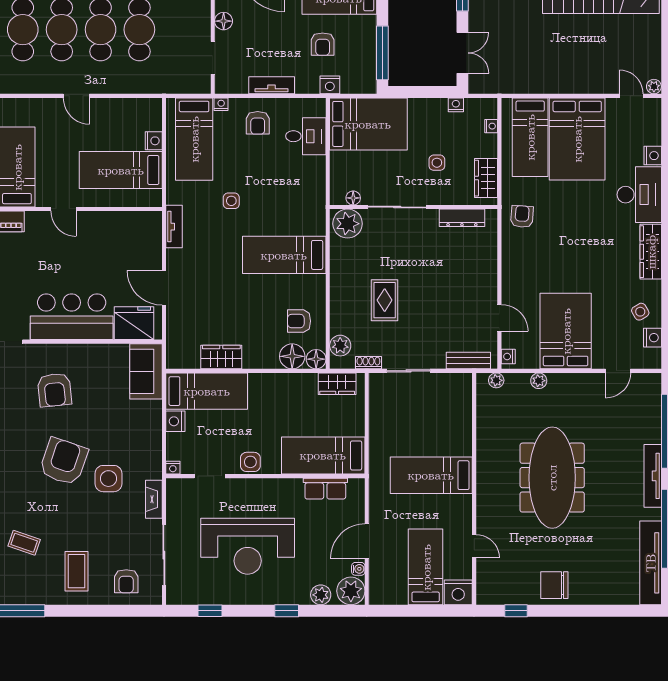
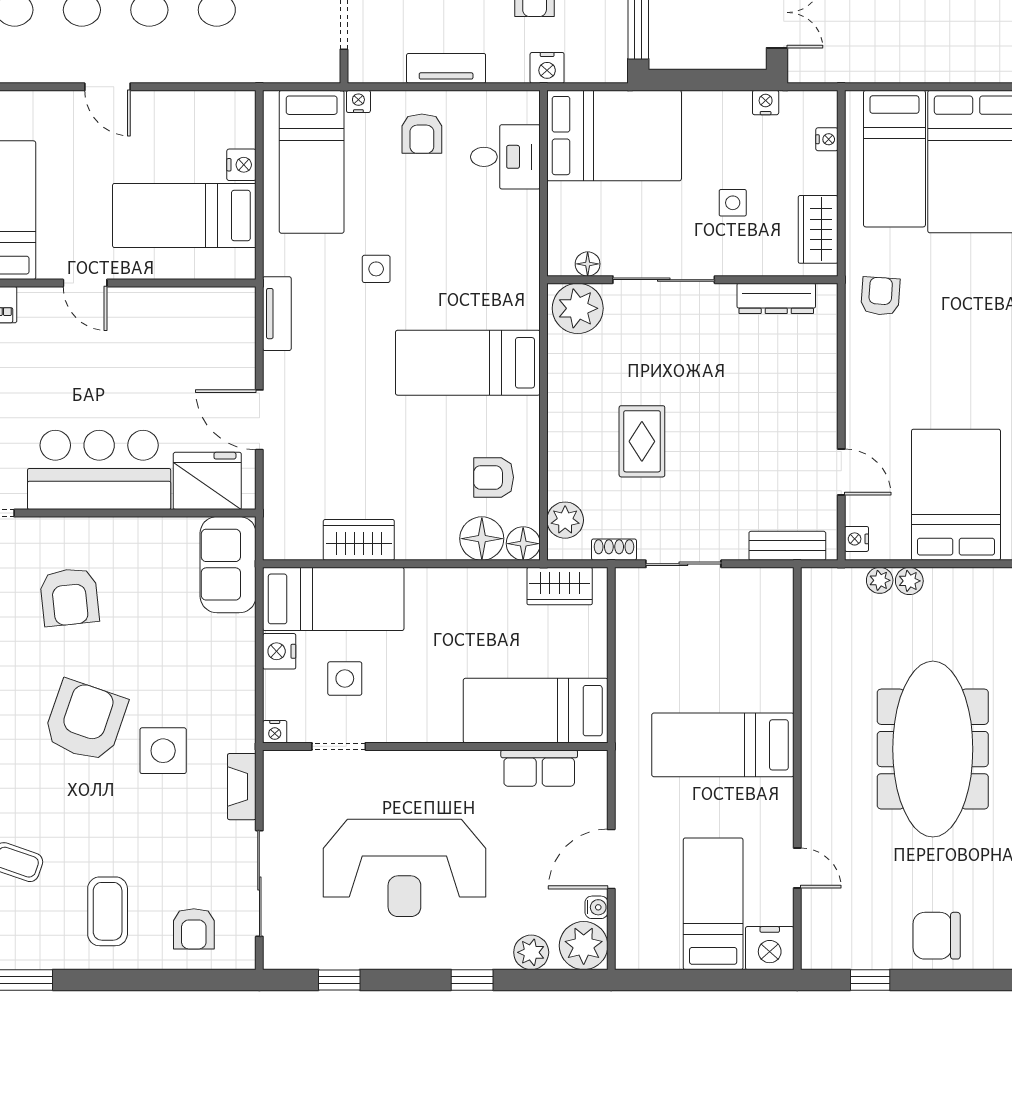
plant: (496, 380) -> (880, 580), moved
side table: (250, 462) -> (345, 679), moved

